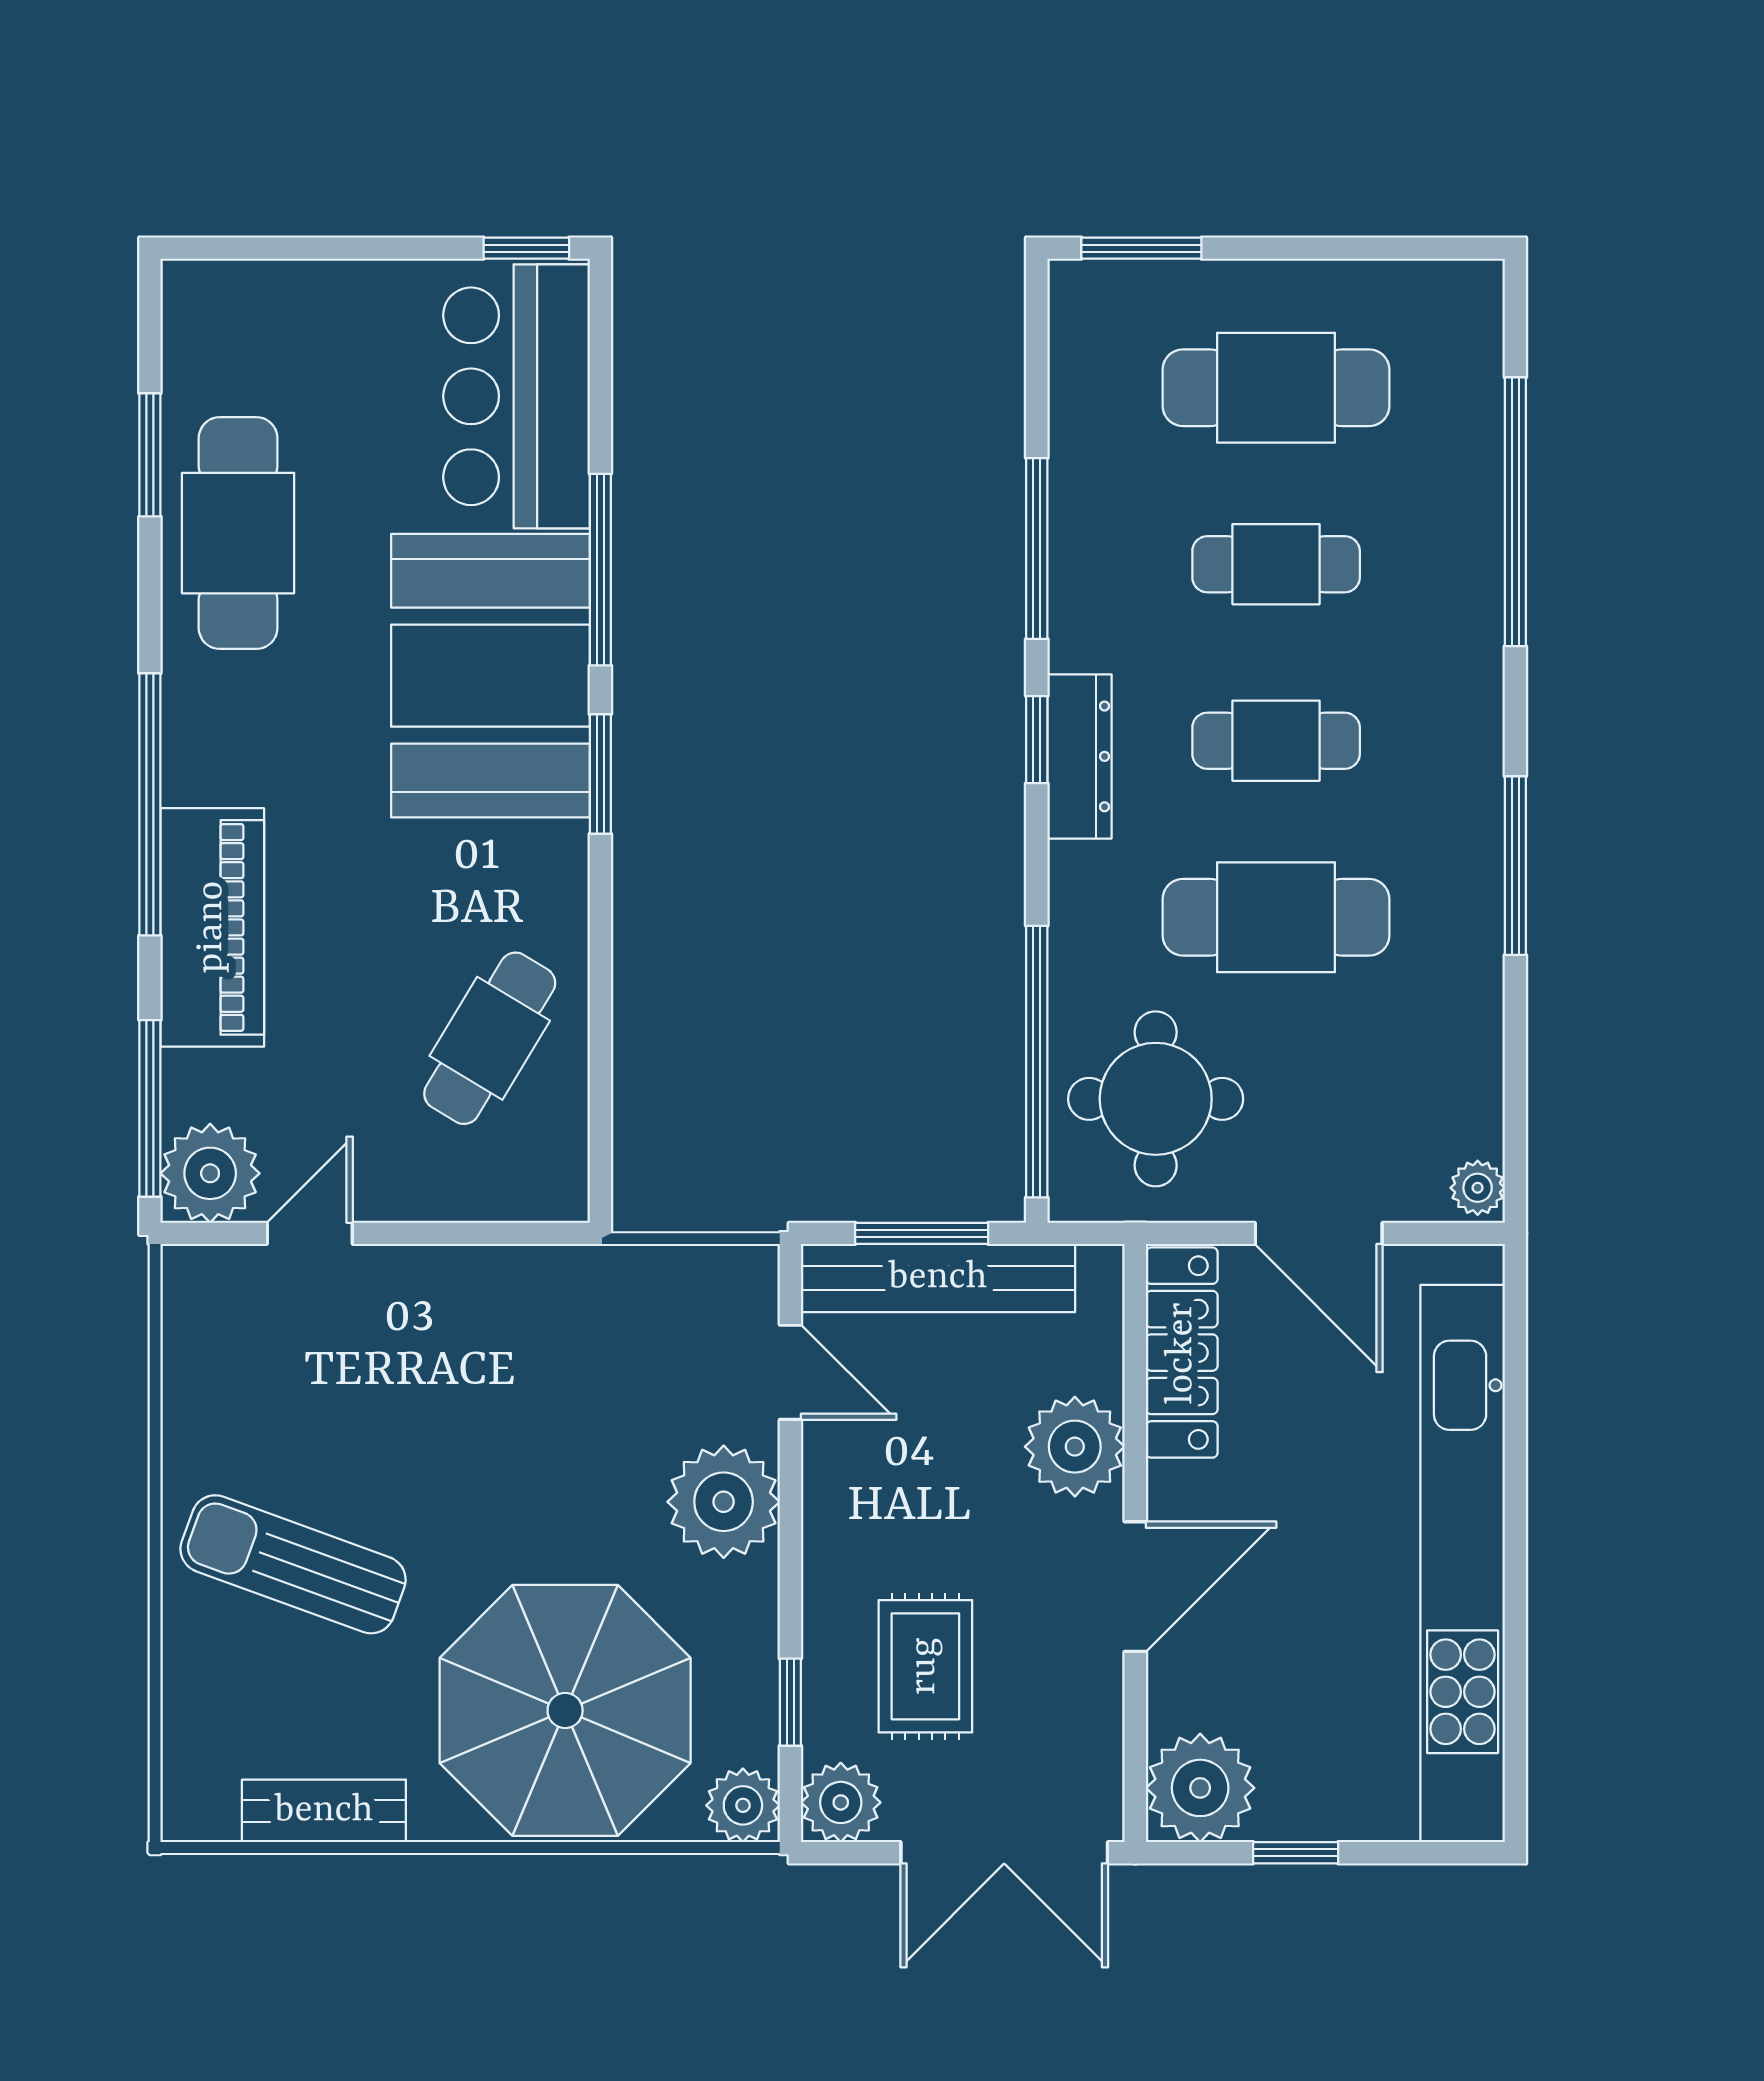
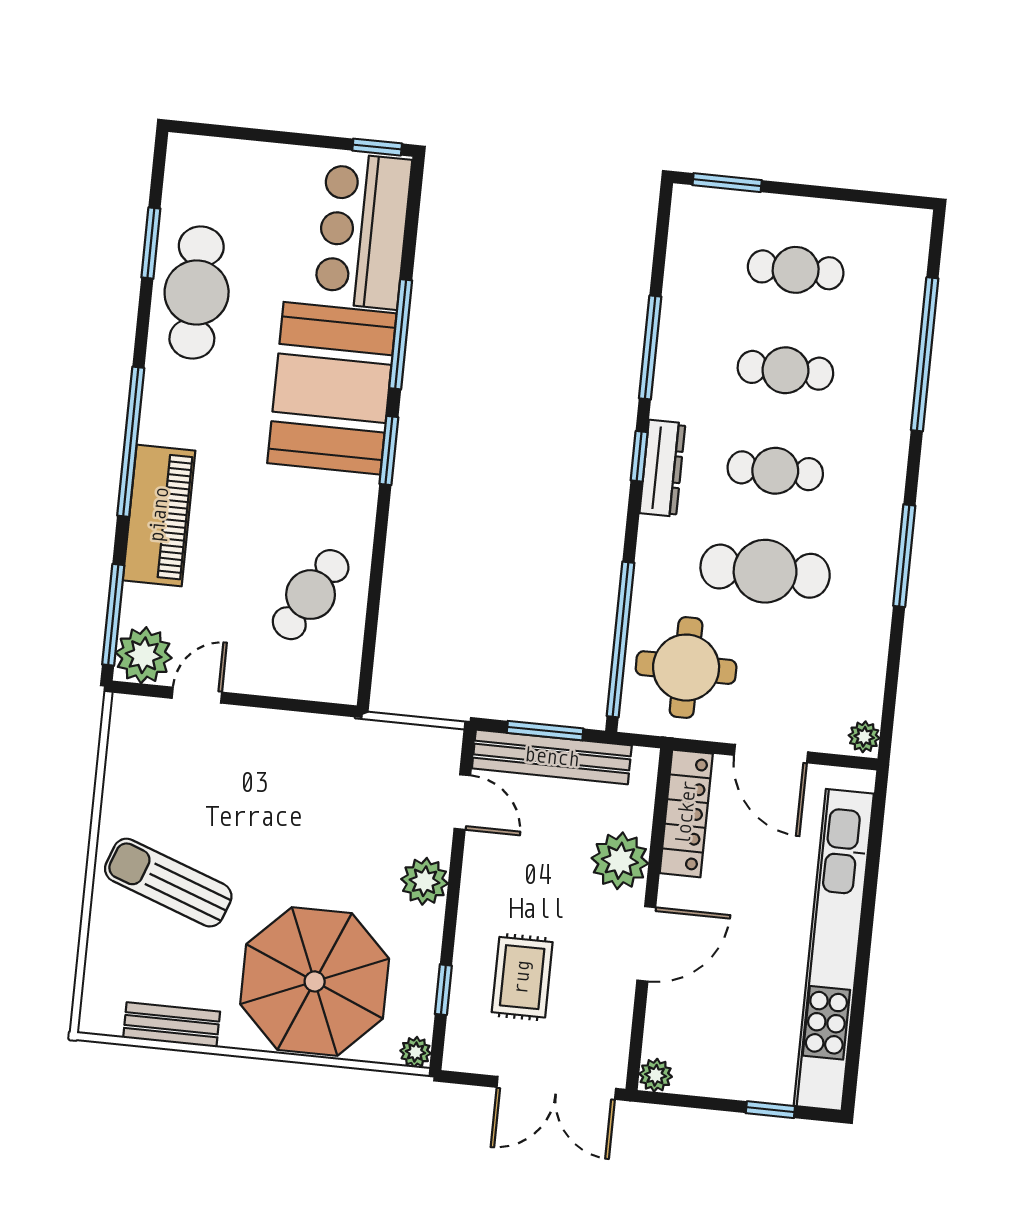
cafe table: (1276, 388) -> (796, 270), width x0.73, depth x0.74
plant: (724, 1502) -> (425, 881), width x0.73, depth x0.73
plant: (1200, 1788) -> (656, 1075), width x0.53, depth x0.53
plant: (841, 1802) -> (466, 1050), removed
plant: (743, 1805) -> (415, 1052), width x0.73, depth x0.73
window: (1296, 1853) -> (770, 1110), moved

